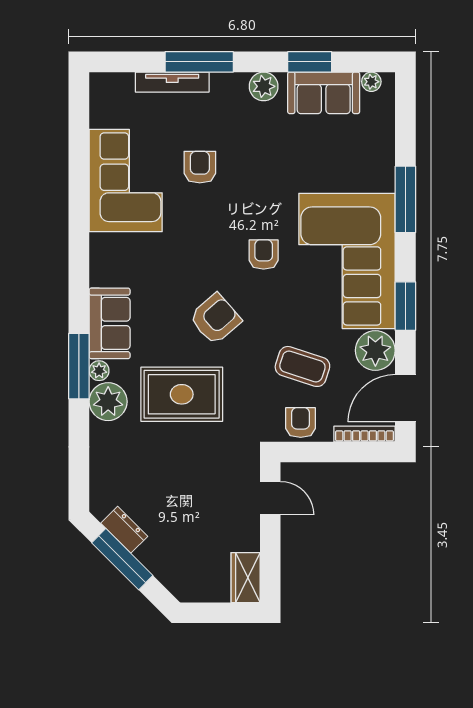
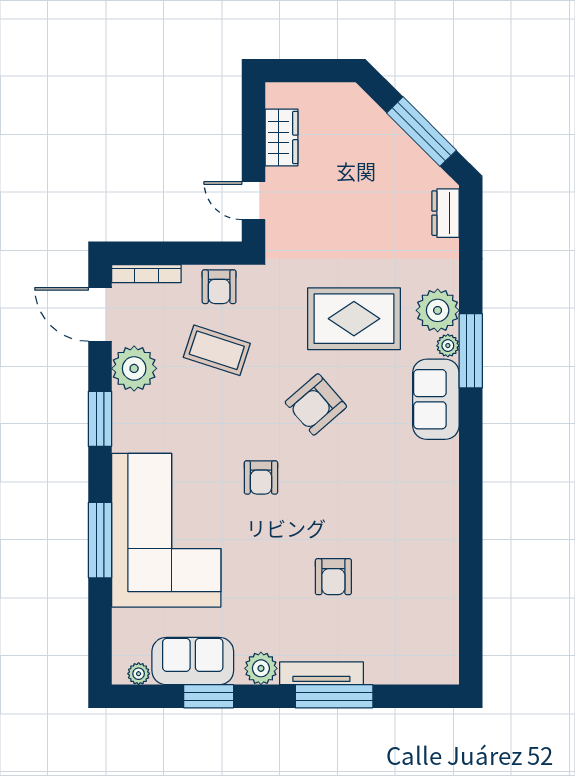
tv unit: (172, 82) -> (321, 673), moved
corner sofa: (126, 181) -> (418, 561), removed
corner sofa: (347, 261) -> (166, 530), moved
door: (405, 398) -> (100, 314), swing flipped
dresser: (124, 530) -> (445, 213), moved, turned 45
wardrobe: (246, 578) -> (282, 137), moved

